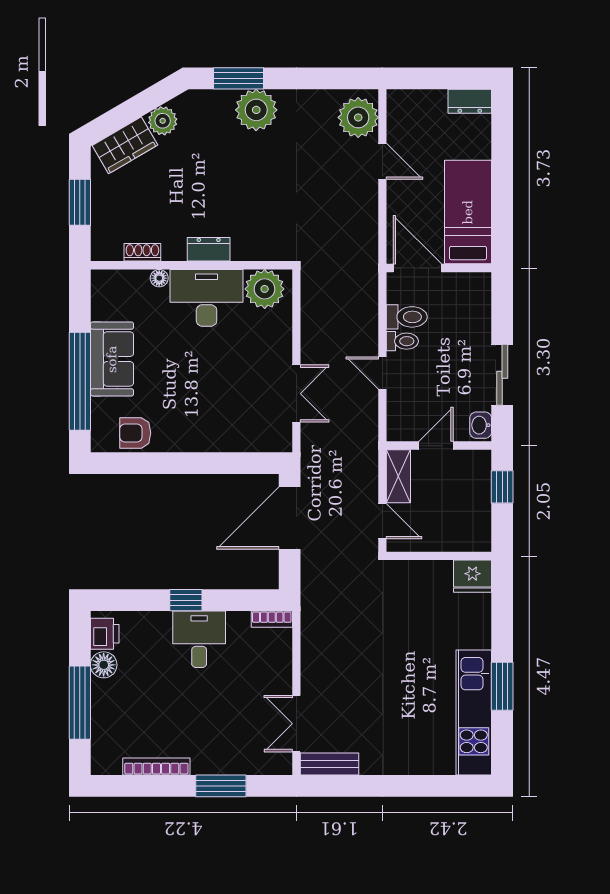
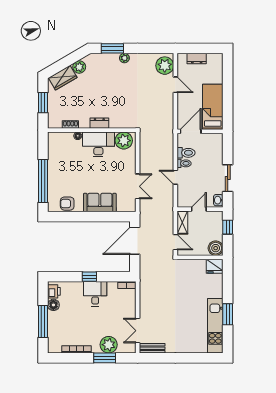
dresser: (470, 101) -> (197, 58), moved
plant: (256, 110) -> (124, 58), width x0.53, depth x0.53
door: (417, 268) -> (191, 131), hinge flipped
sofa: (112, 359) -> (100, 203), moved, turned -90
boiler: (475, 535) -> (216, 248), added
plant: (230, 756) -> (109, 345), added

